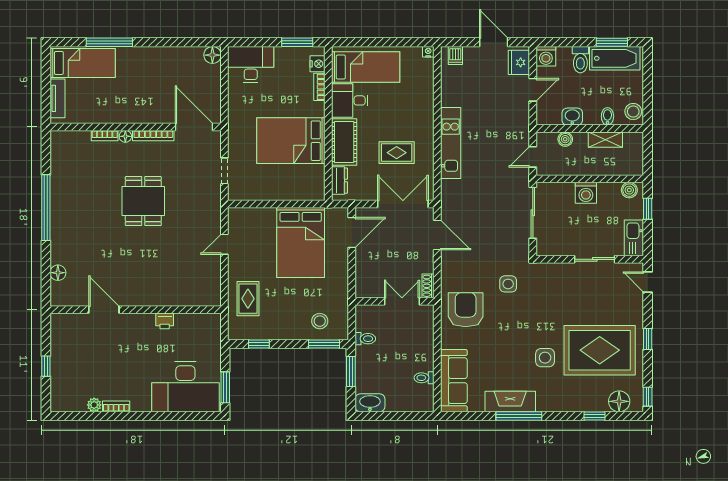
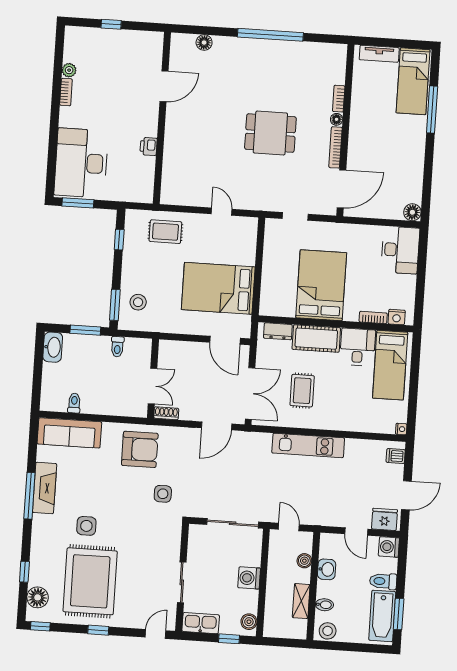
window: (297, 42) -> (419, 298), removed

